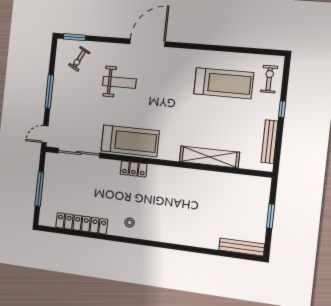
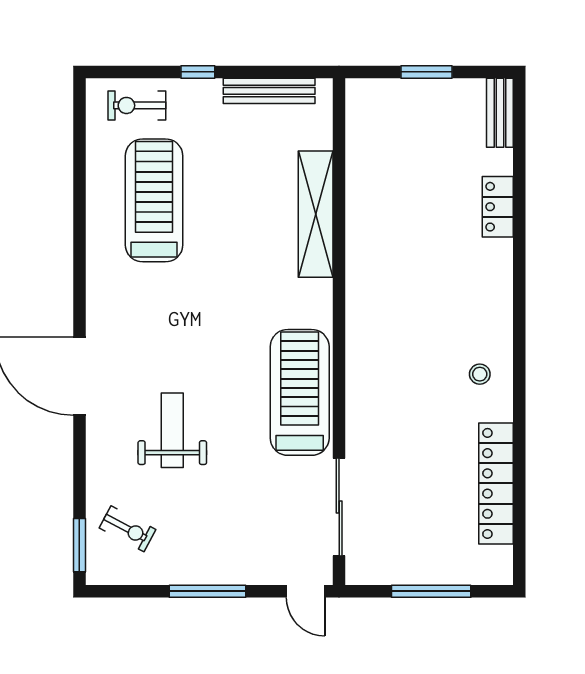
locker: (134, 169) -> (498, 207), moved, turned 180
bench: (242, 247) -> (500, 113), width x0.73

